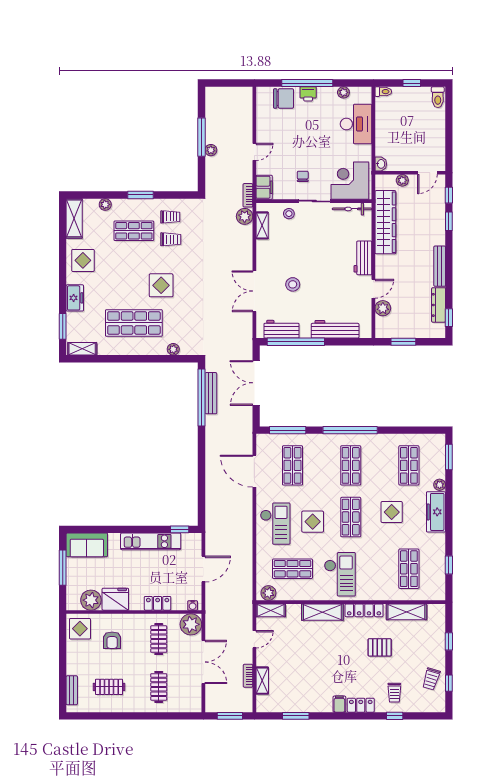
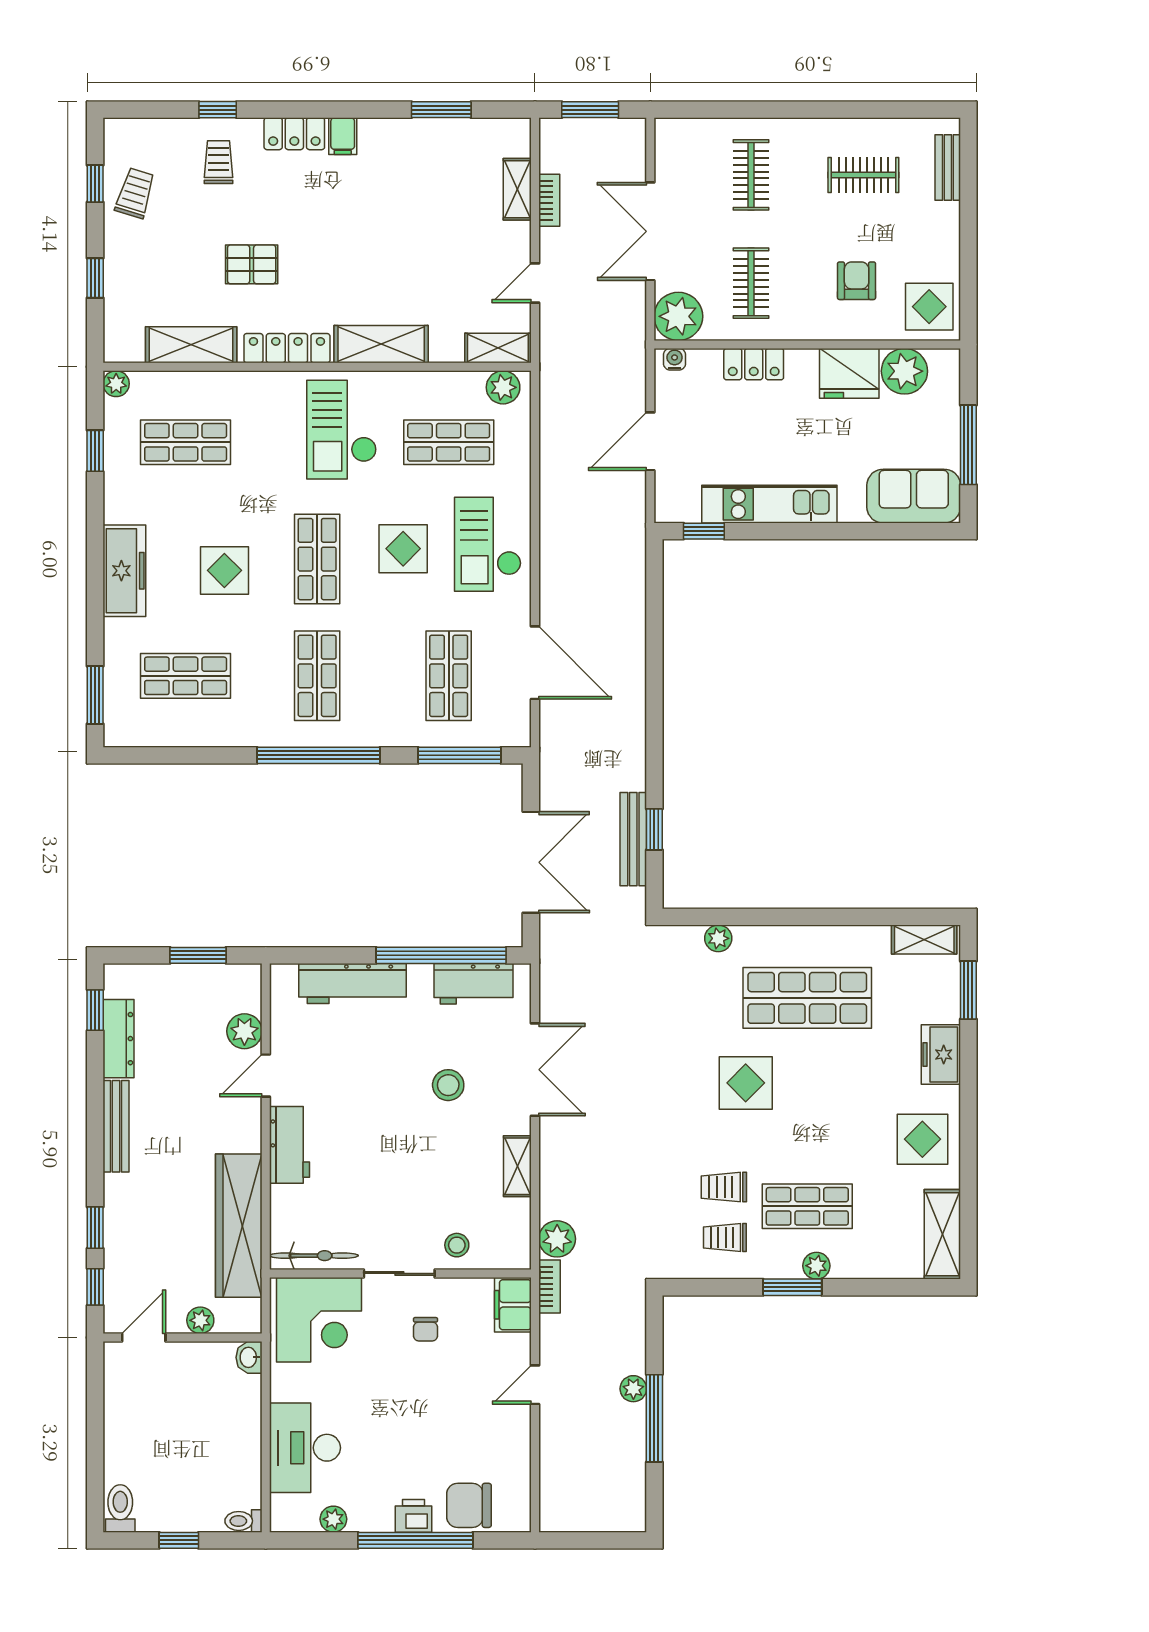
plant: (105, 204) -> (816, 1266), moved
shelving: (262, 225) -> (517, 1166), moved
window: (201, 398) -> (654, 829), width x0.32
shop shelf: (409, 465) -> (186, 676), turned 90
plant: (440, 485) -> (116, 384), moved
shop shelf: (409, 569) -> (186, 442), turned 90

